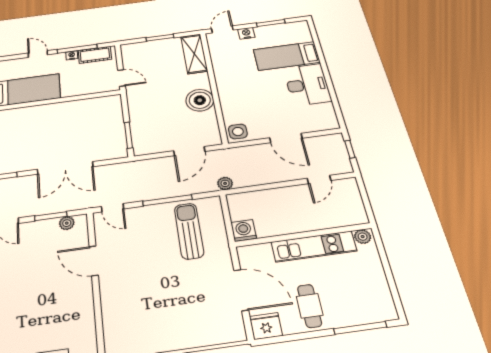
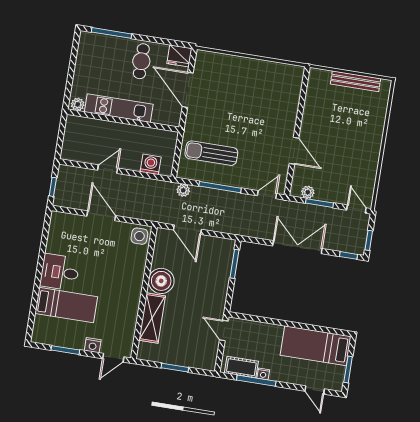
door: (38, 54) -> (315, 390), moved
shelving: (194, 54) -> (152, 318), moved
desk: (307, 85) -> (60, 272), width x0.73
door: (189, 151) -> (187, 230), swing flipped
door: (319, 179) -> (108, 169), moved
plant: (225, 183) -> (183, 190), moved
door: (113, 208) -> (267, 195), hinge flipped
washing machine: (244, 230) -> (151, 164), moved, turned 180
sun lounger: (189, 231) -> (211, 153), turned 90

